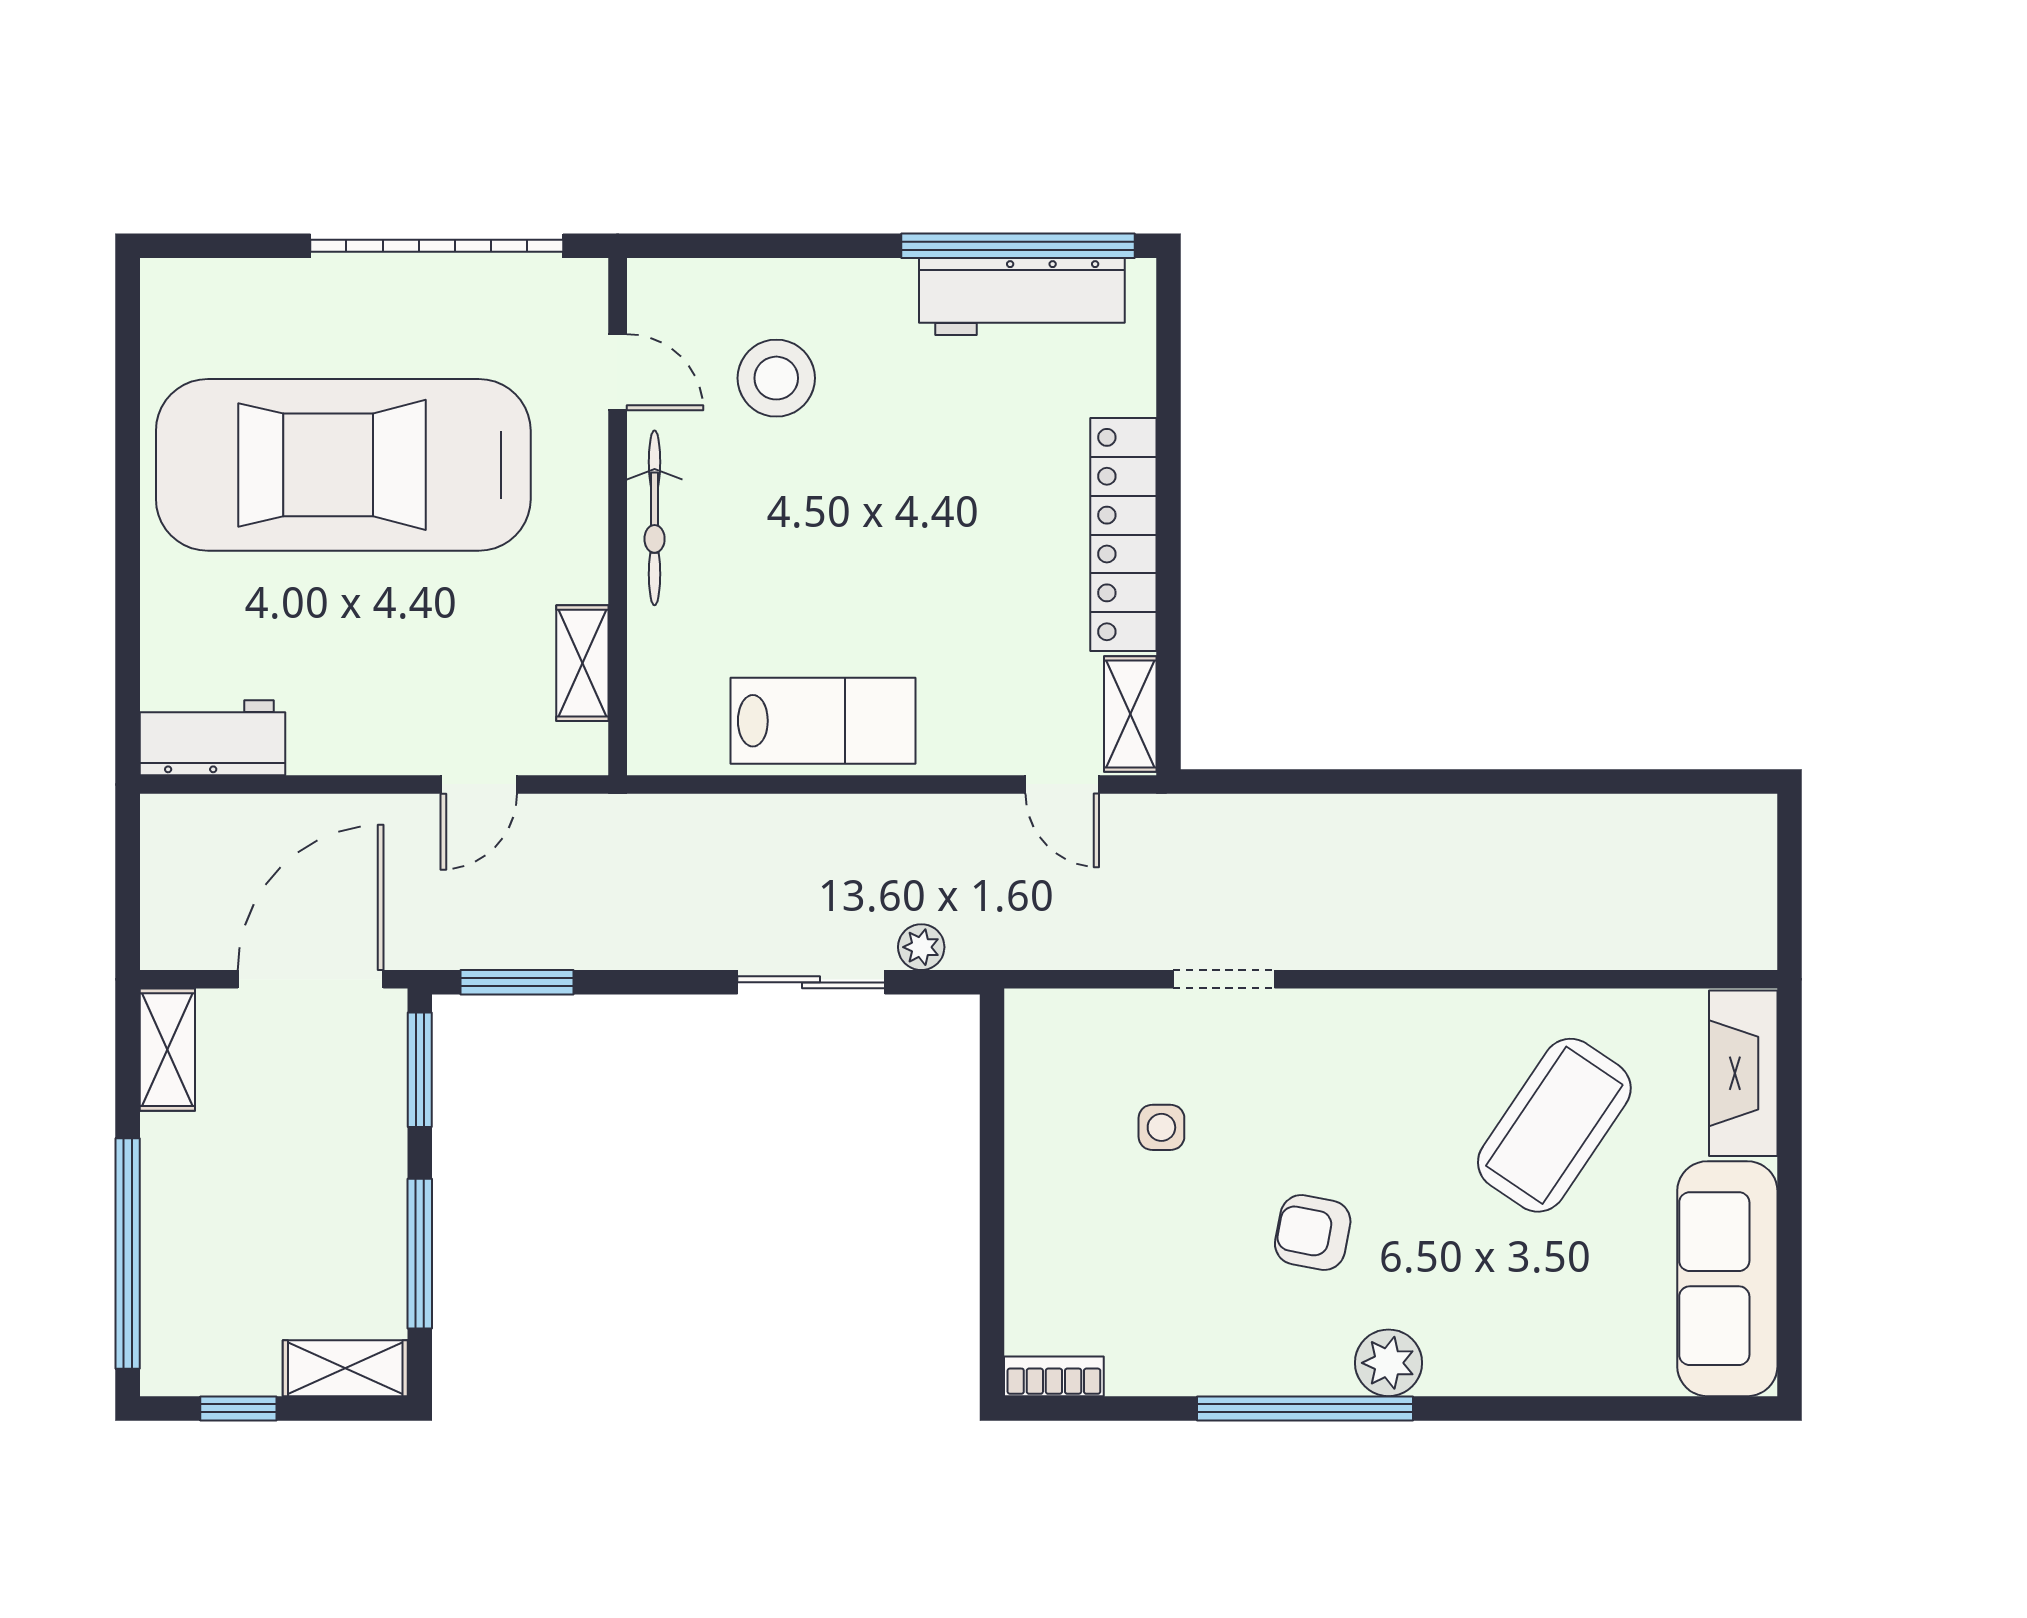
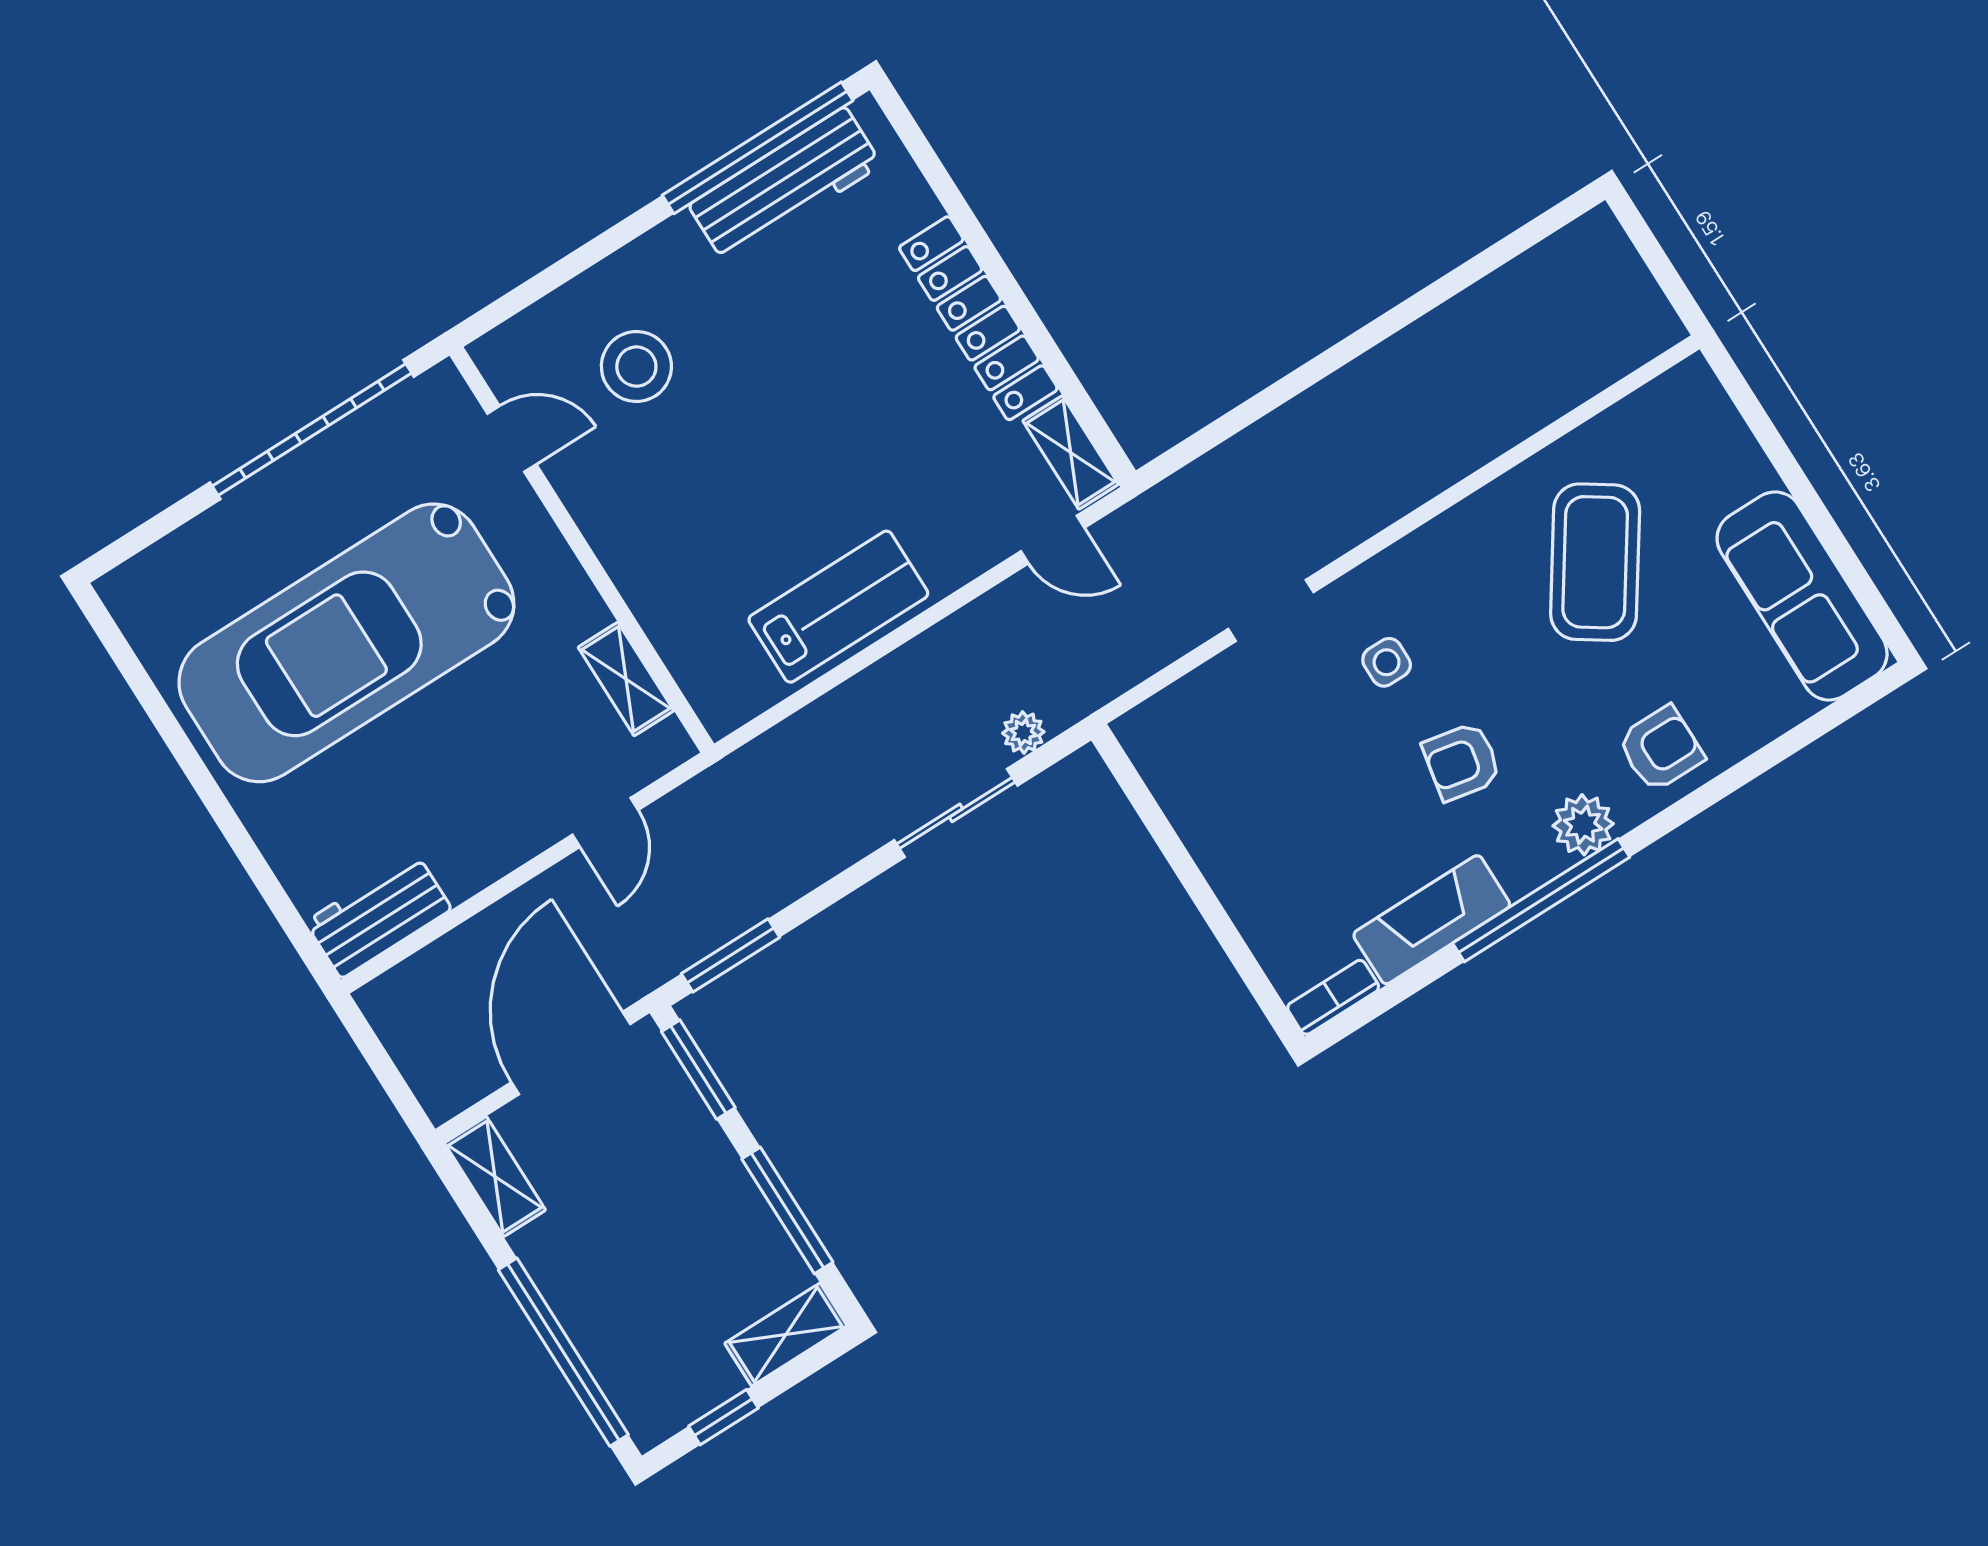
bicycle: (655, 518) -> (611, 533), removed
fireplace: (1743, 1073) -> (1432, 920), moved, turned 90
side table: (1161, 1127) -> (1387, 662), moved
armchair: (1506, 1338) -> (1661, 749), added

